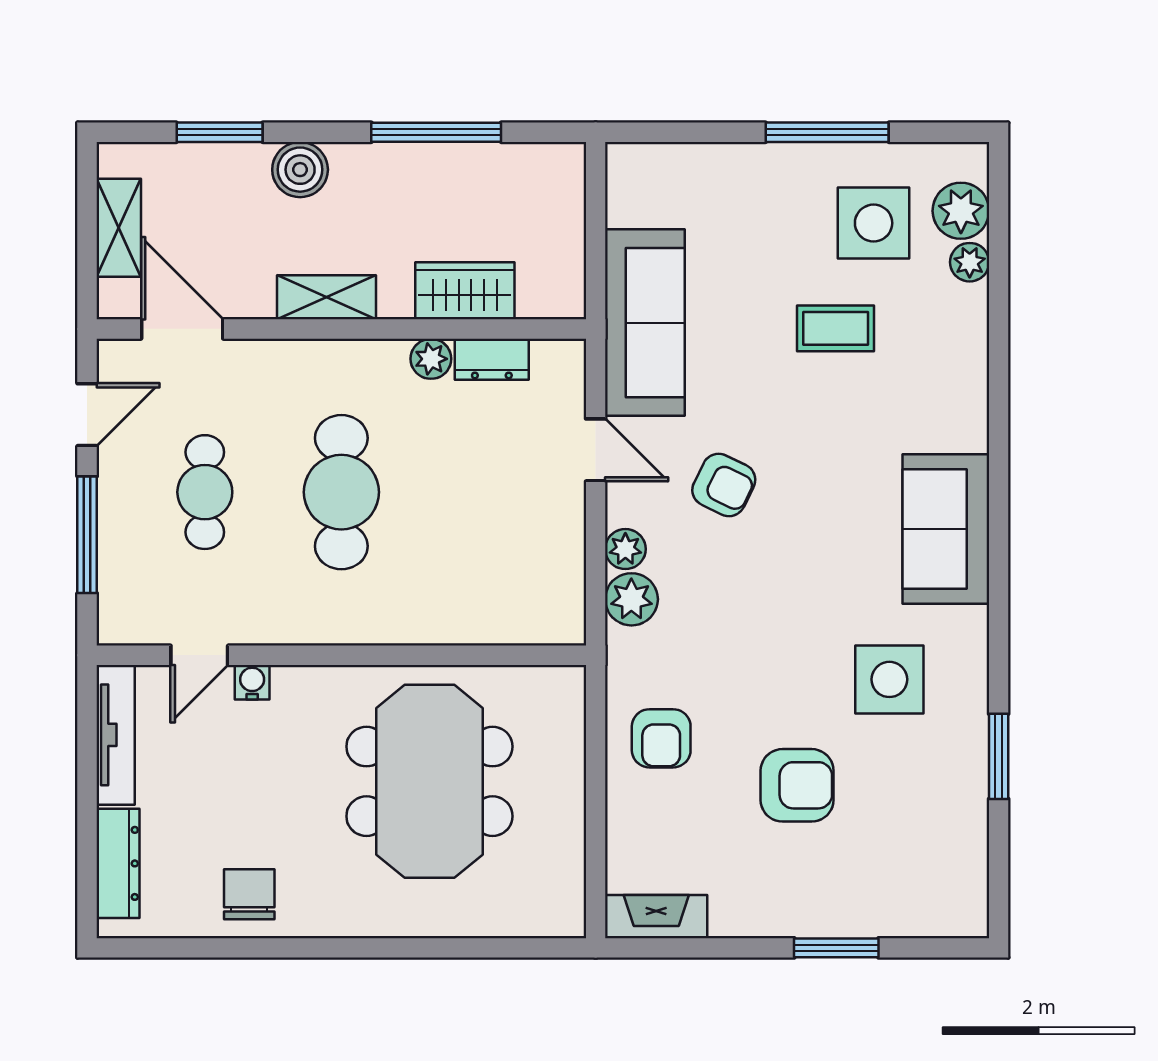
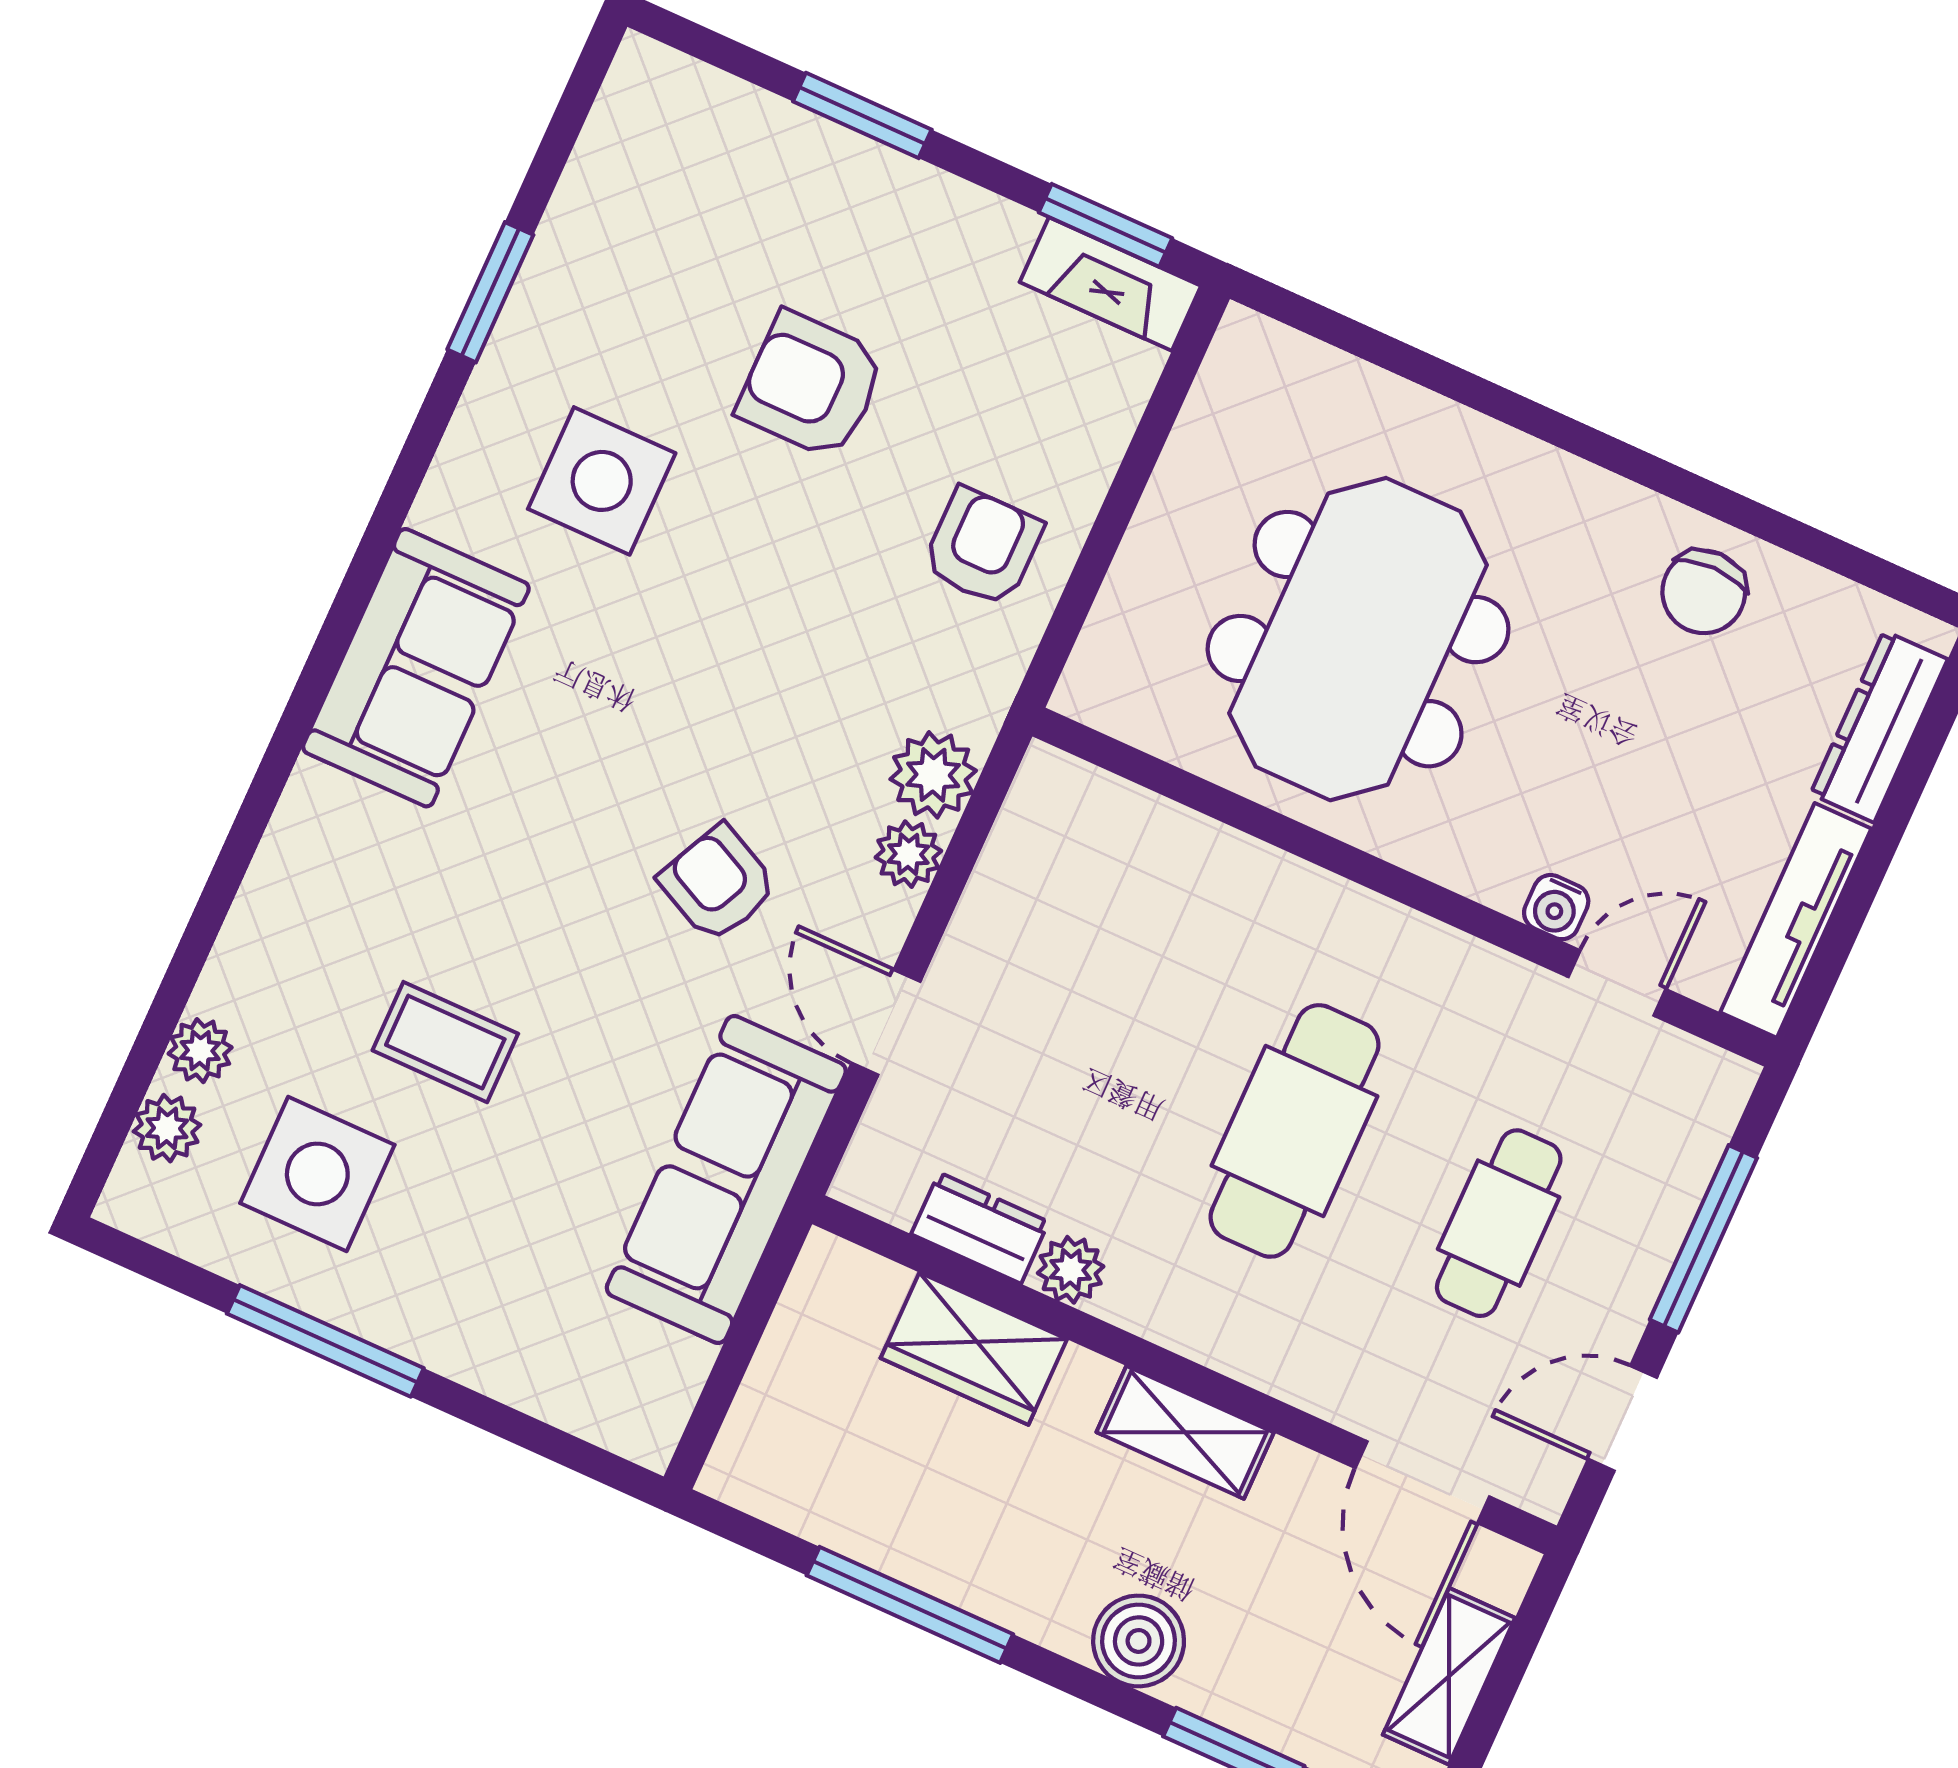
plant: (961, 211) -> (167, 1128), width x0.73, depth x0.73
window: (674, 948) -> (1106, 225), added

